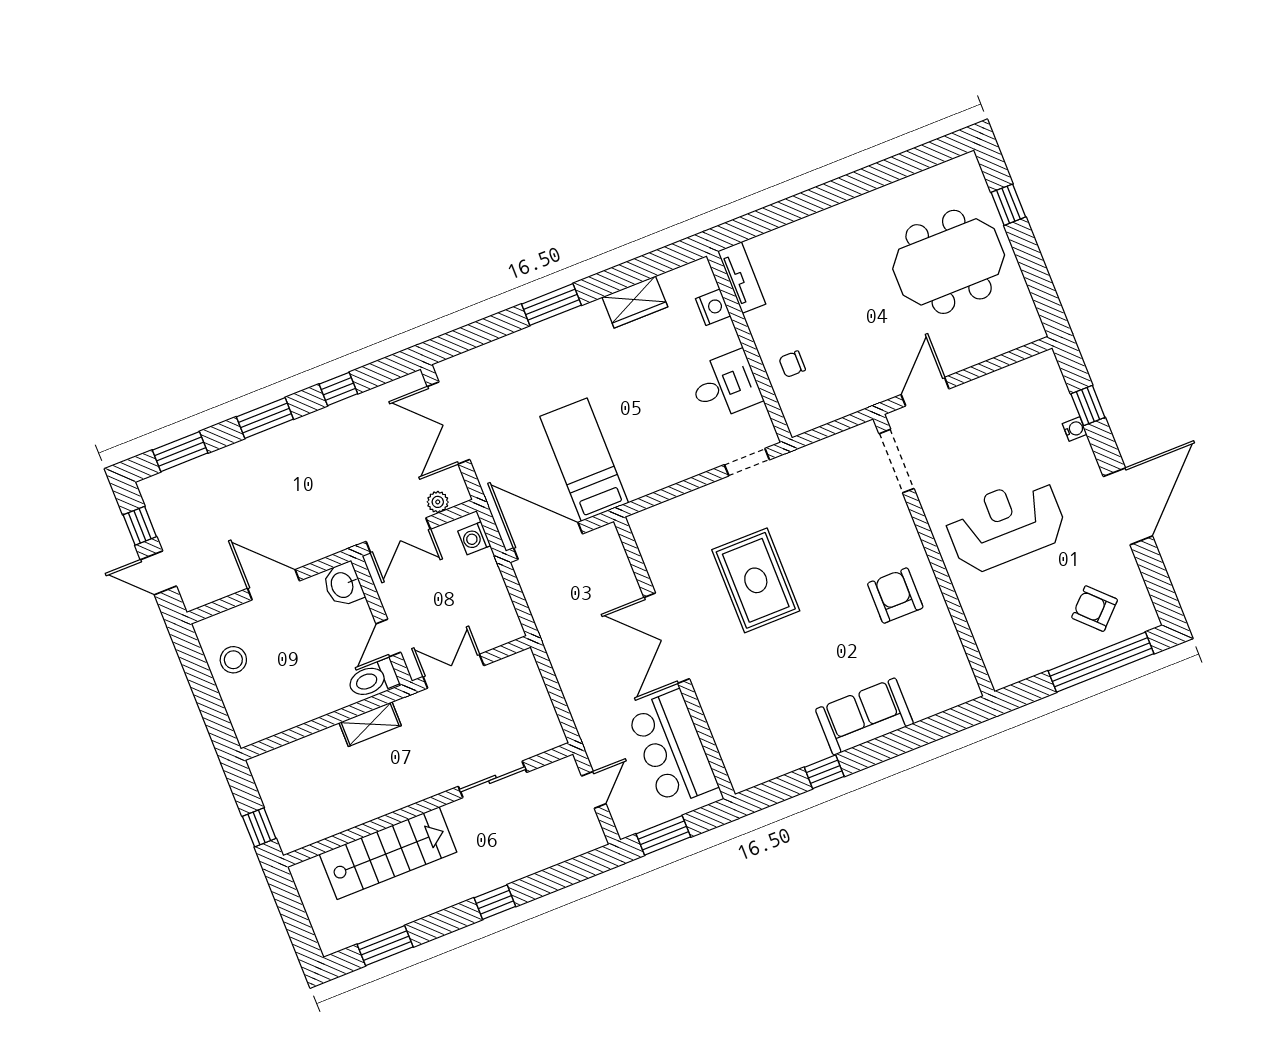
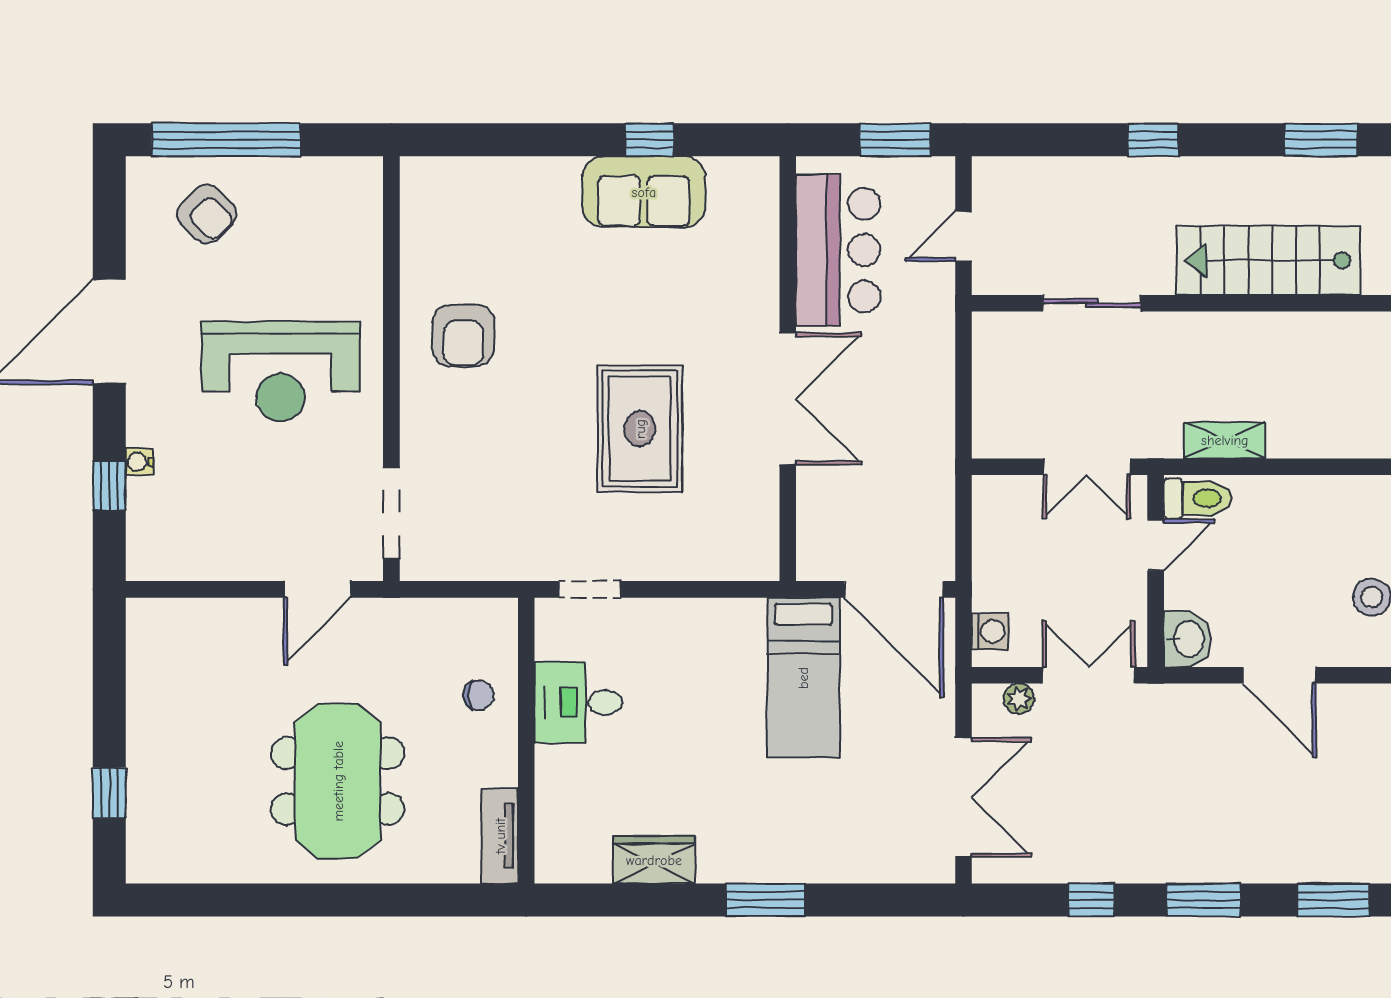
meeting table: (949, 262) -> (338, 781), moved, turned 90
nightstand: (713, 307) -> (553, 812), removed
sofa: (864, 717) -> (644, 192), moved

